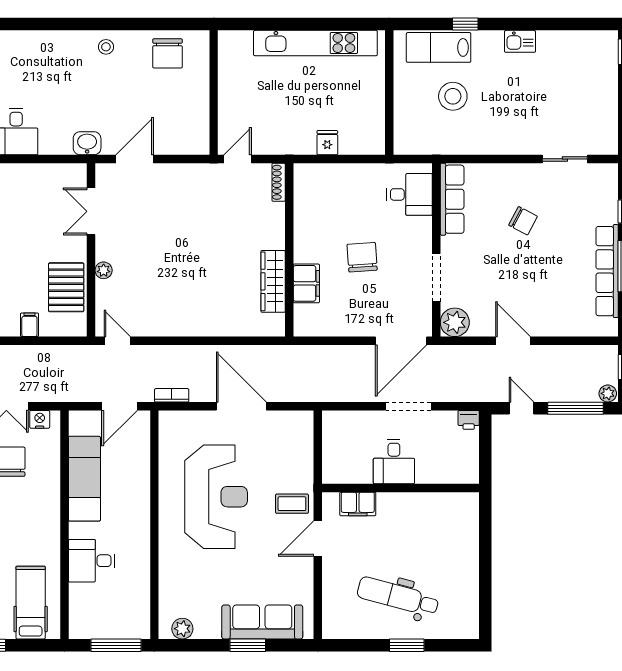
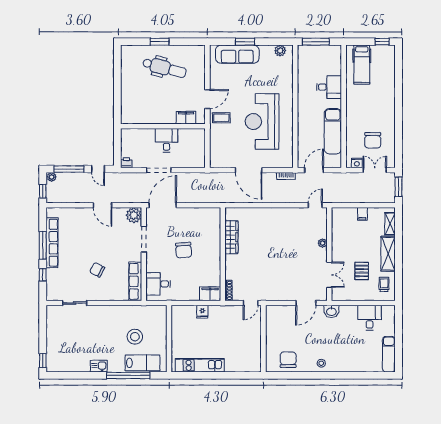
window: (465, 24) -> (128, 375), width x3.17
kitchen unit: (315, 43) -> (200, 365), width x0.73
filing cabinet: (306, 283) -> (210, 294), moved, turned 90
pallet: (66, 287) -> (362, 271), moved, width x0.67, depth x0.71
door: (117, 341) -> (315, 205), swing flipped

